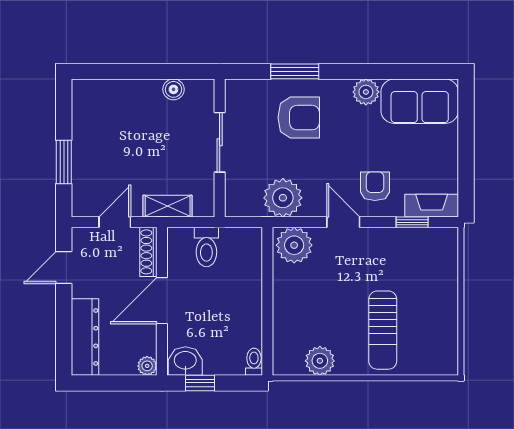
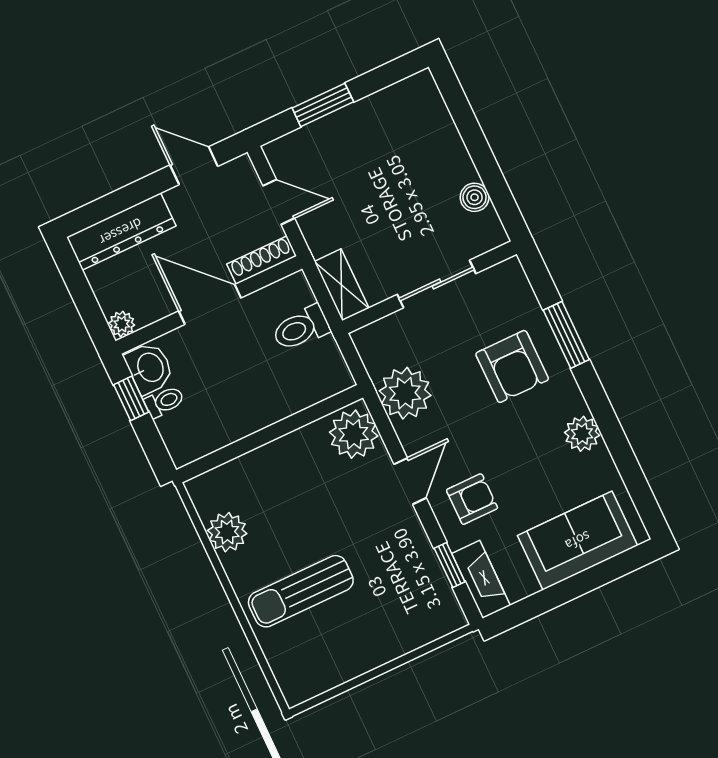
sofa: (420, 101) -> (578, 541), moved, turned 90
shelving: (168, 206) -> (342, 285), moved
toilet: (254, 362) -> (164, 402), moved

